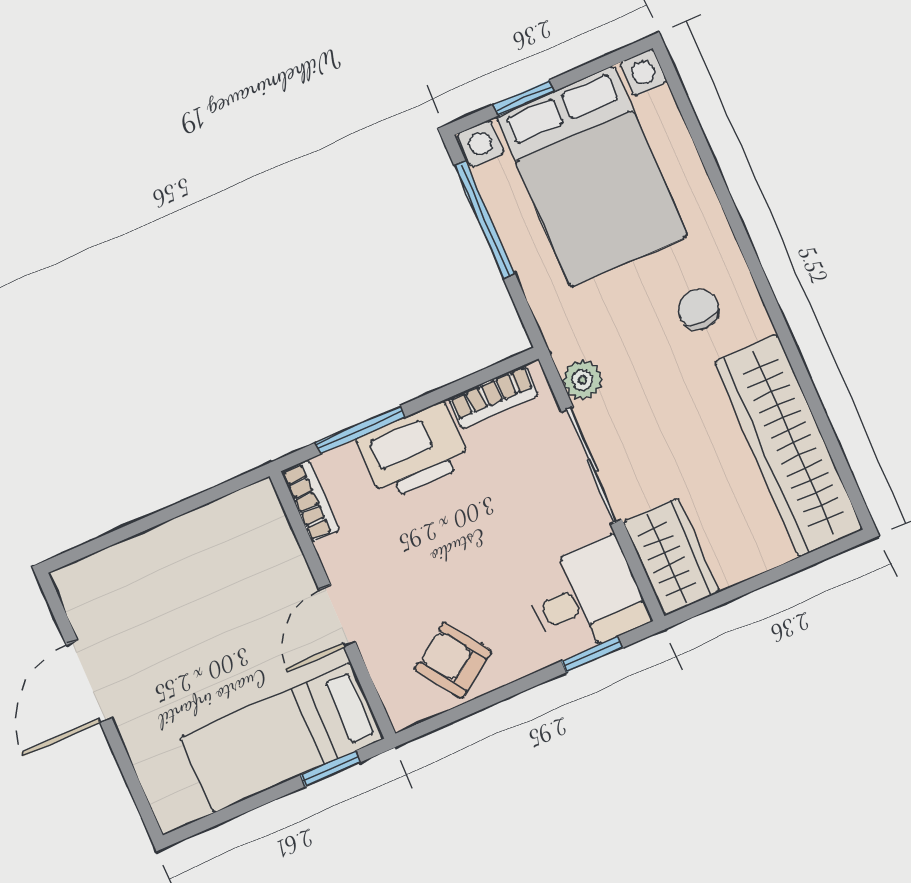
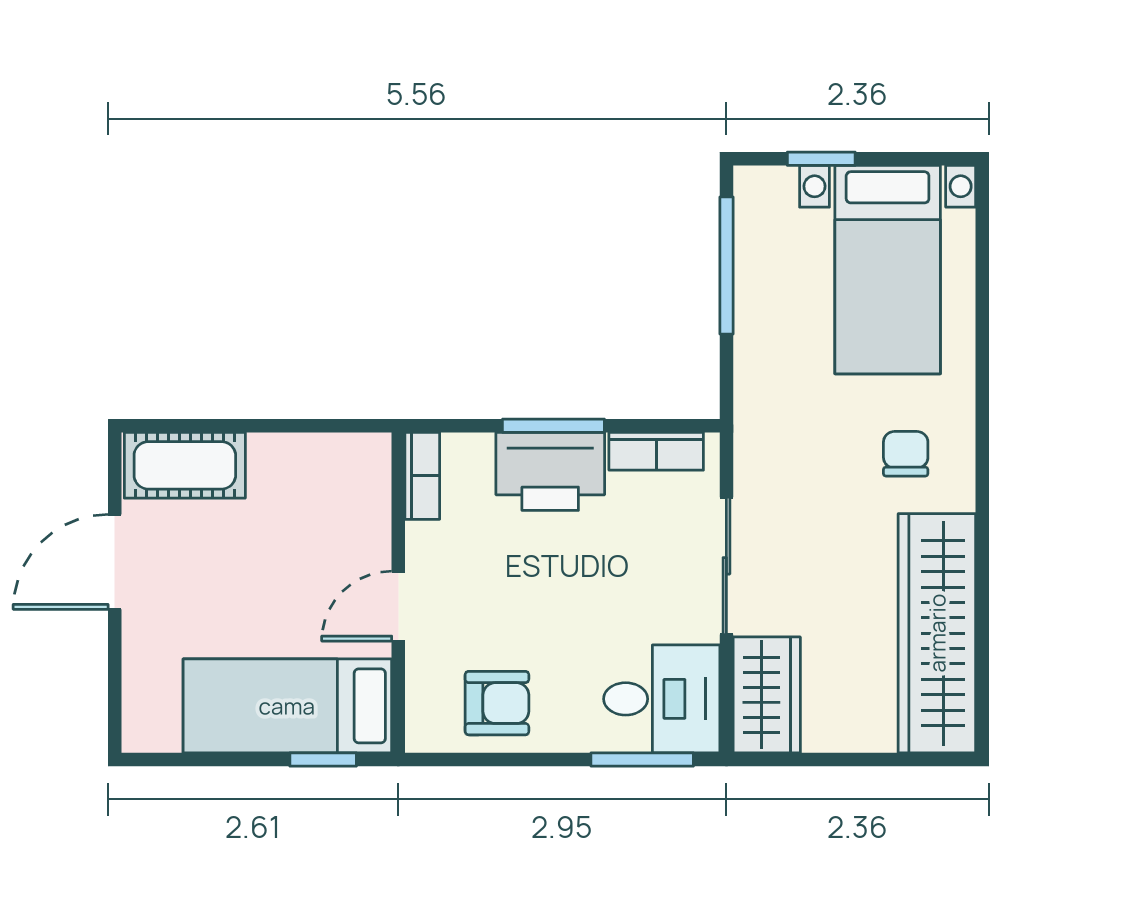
bed with nightstands: (592, 176) -> (888, 270), width x0.73
plant: (582, 380) -> (755, 474), removed
window: (360, 430) -> (553, 426), moved
cot: (112, 577) -> (185, 465), added
window: (592, 654) -> (642, 759), width x1.50
armchair: (453, 660) -> (497, 703), turned 125

